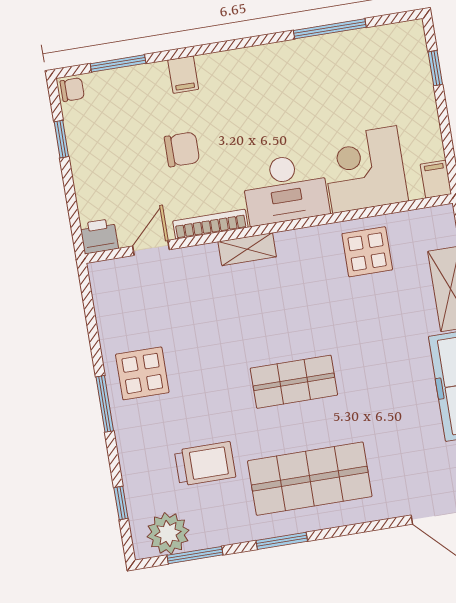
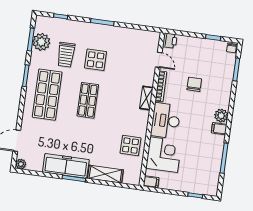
plant: (234, 65) -> (221, 116), added
filing cabinet: (183, 75) -> (219, 129), moved
chair: (182, 149) -> (194, 84), turned 180
display table: (142, 373) -> (96, 60), moved
plant: (168, 533) -> (41, 42), moved

